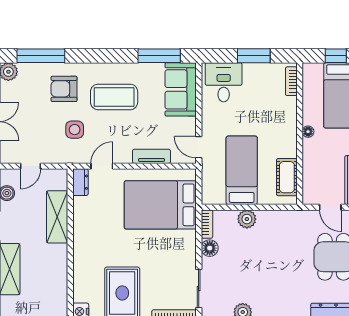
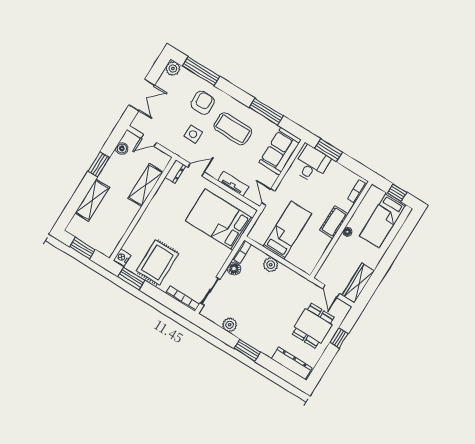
window: (159, 56) -> (266, 112), moved
window: (254, 56) -> (329, 150), moved
armchair: (64, 89) -> (203, 103), turned 90
cot: (287, 177) -> (334, 222), moved

